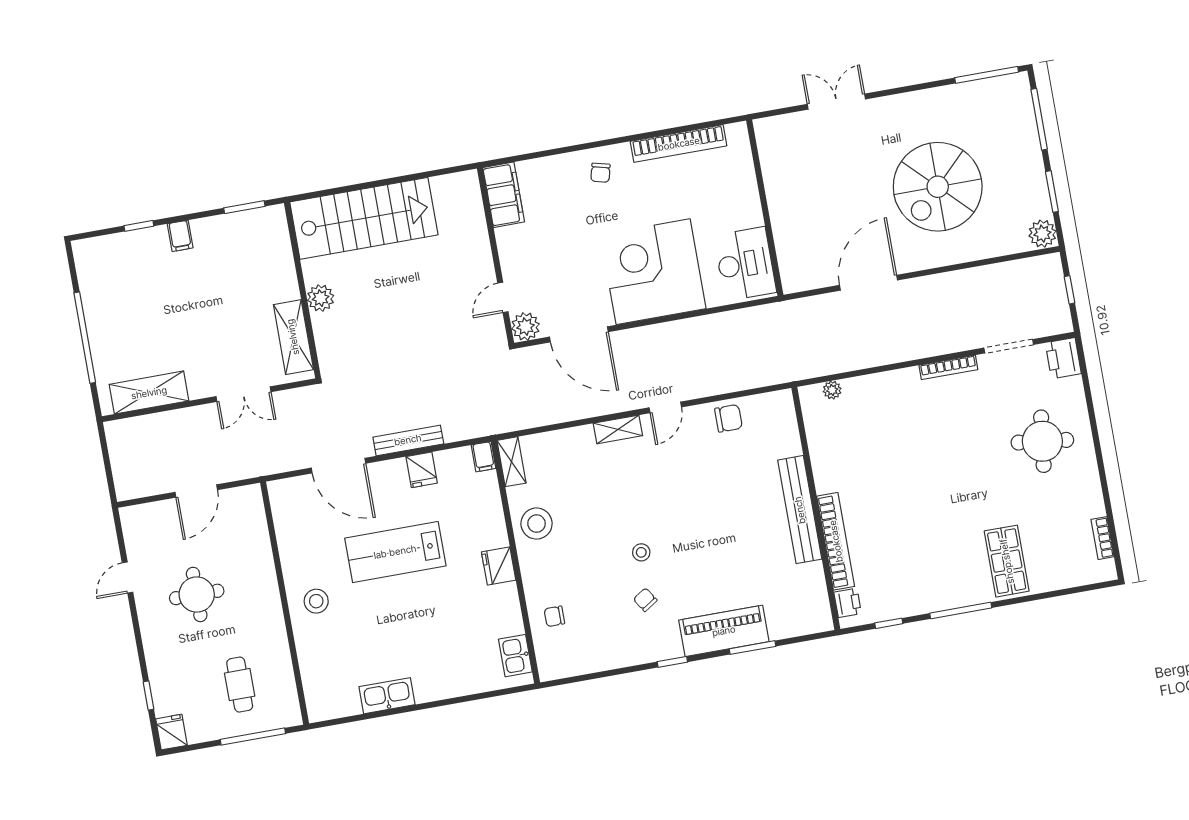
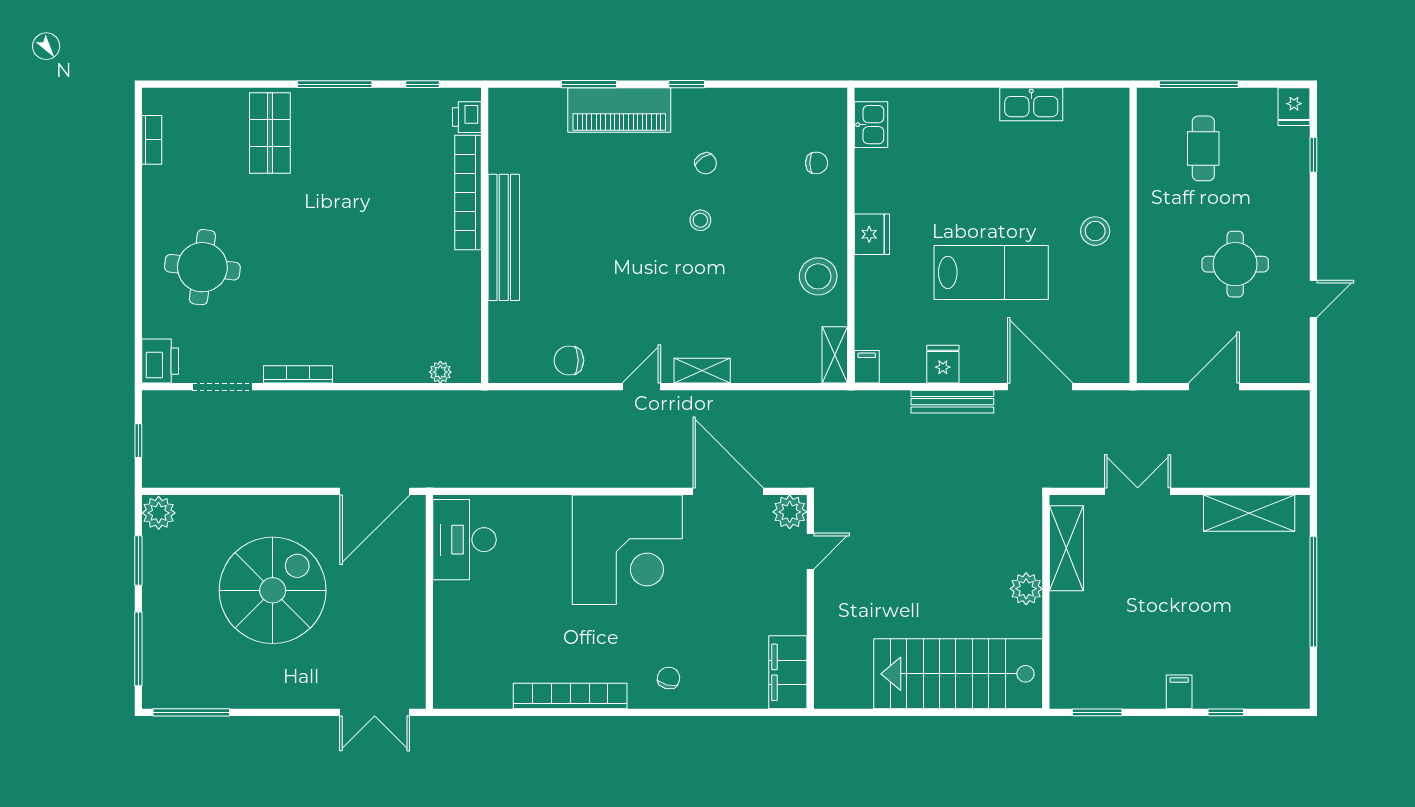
wall: (765, 208) -> (429, 602), moved
desk: (745, 264) -> (464, 540), moved

